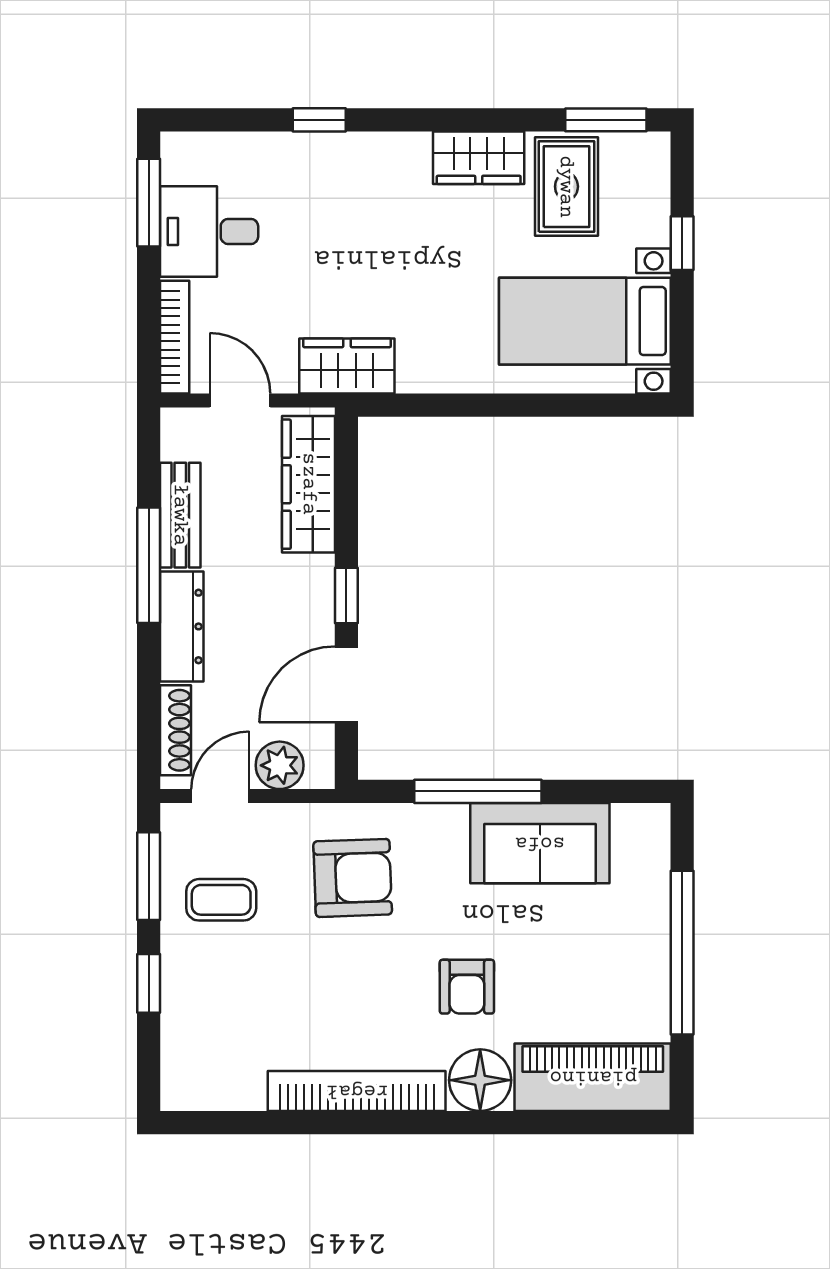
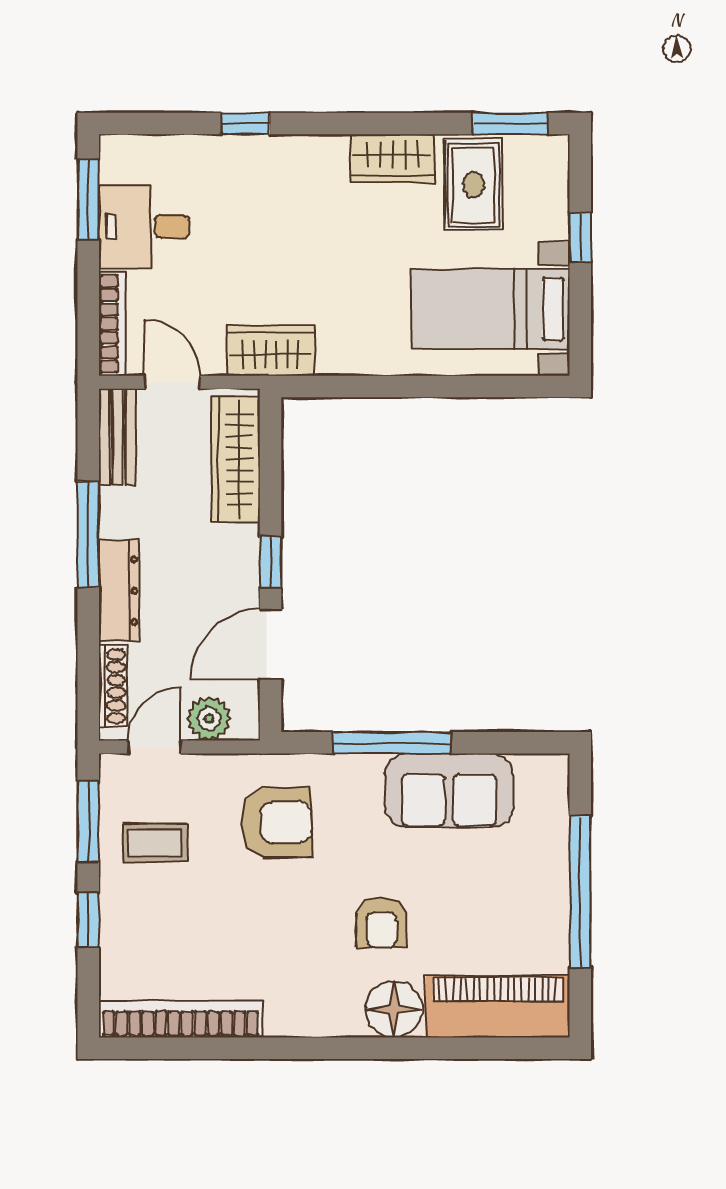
bench: (180, 515) -> (117, 437), moved
bookcase: (357, 1091) -> (181, 1019), moved

